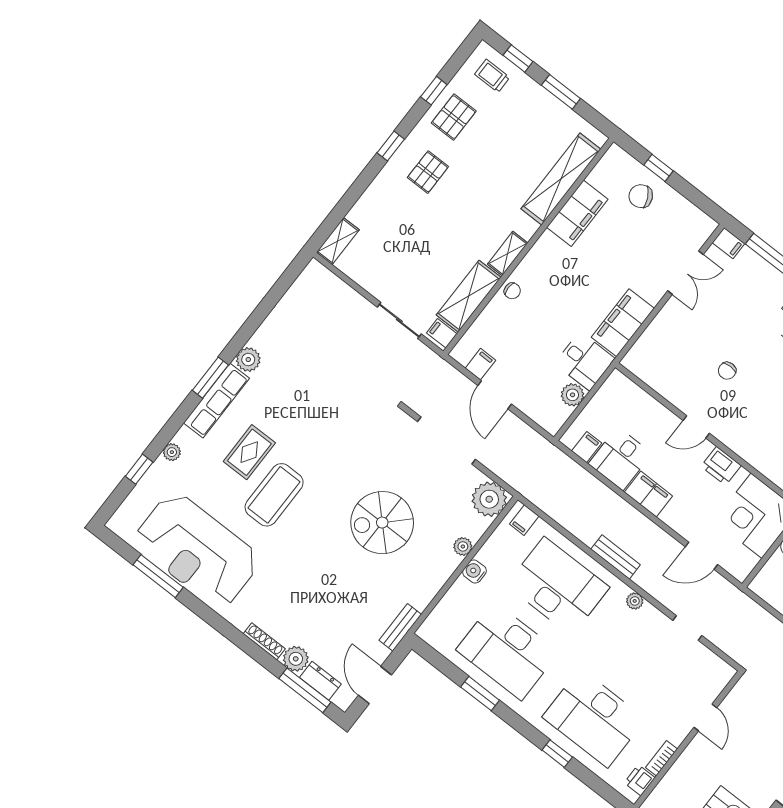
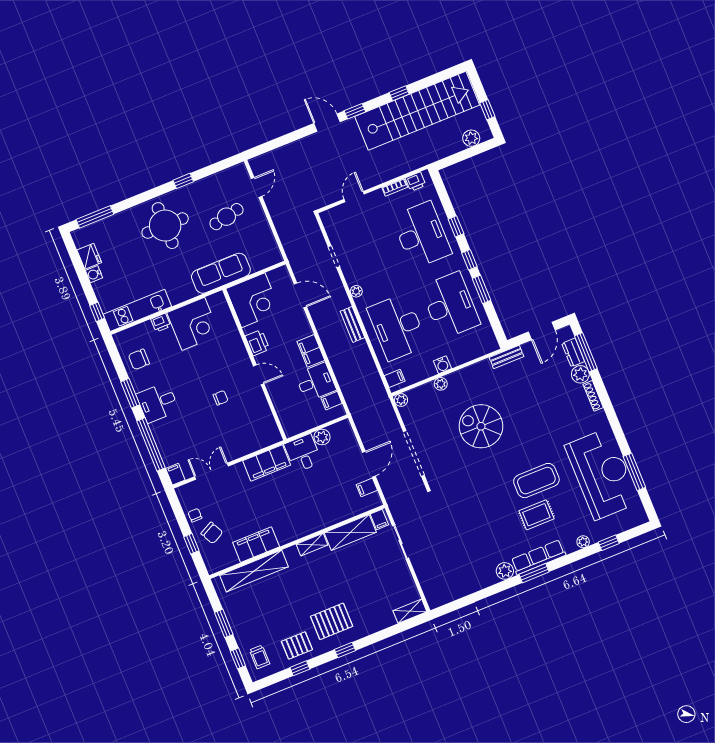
pallet: (428, 172) -> (332, 621), width x1.50, depth x1.42
chair: (512, 291) -> (195, 515), moved
plant: (489, 499) -> (401, 400), width x0.53, depth x0.53
spiral stairs: (382, 523) -> (481, 426), turned 180
window: (516, 722) -> (469, 260), added

